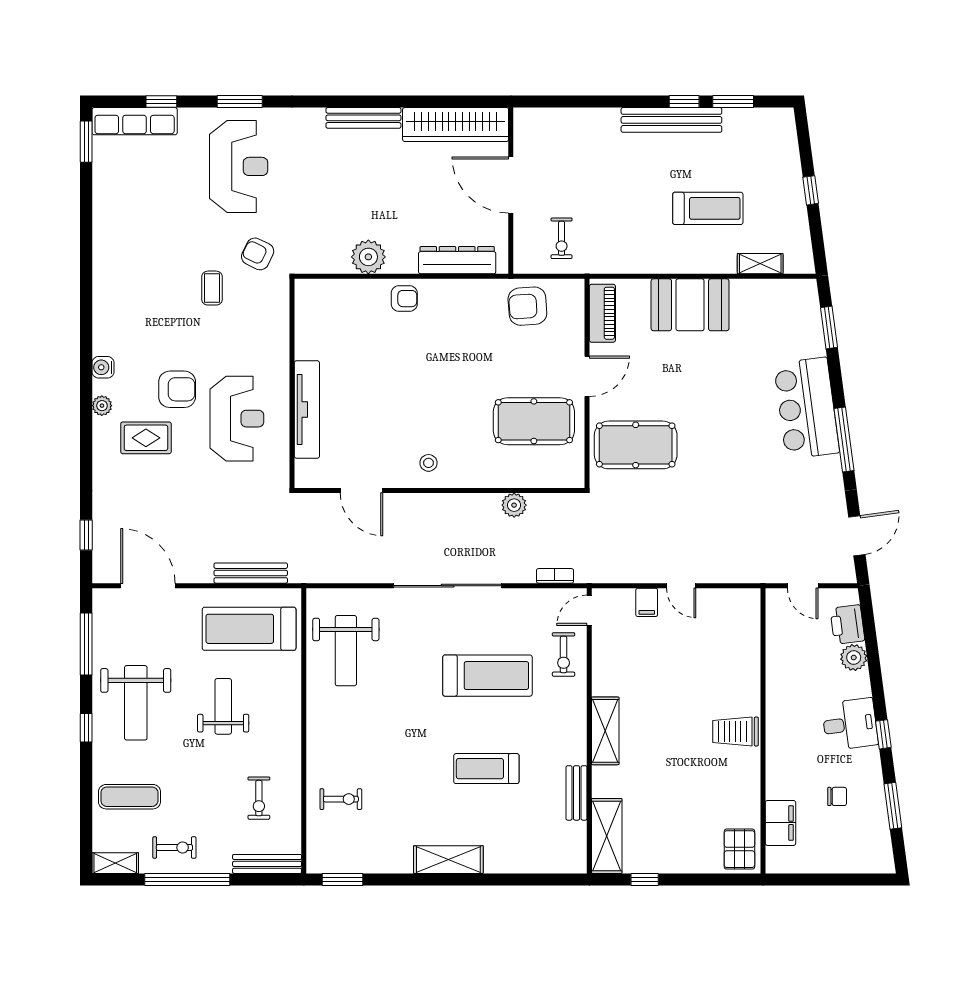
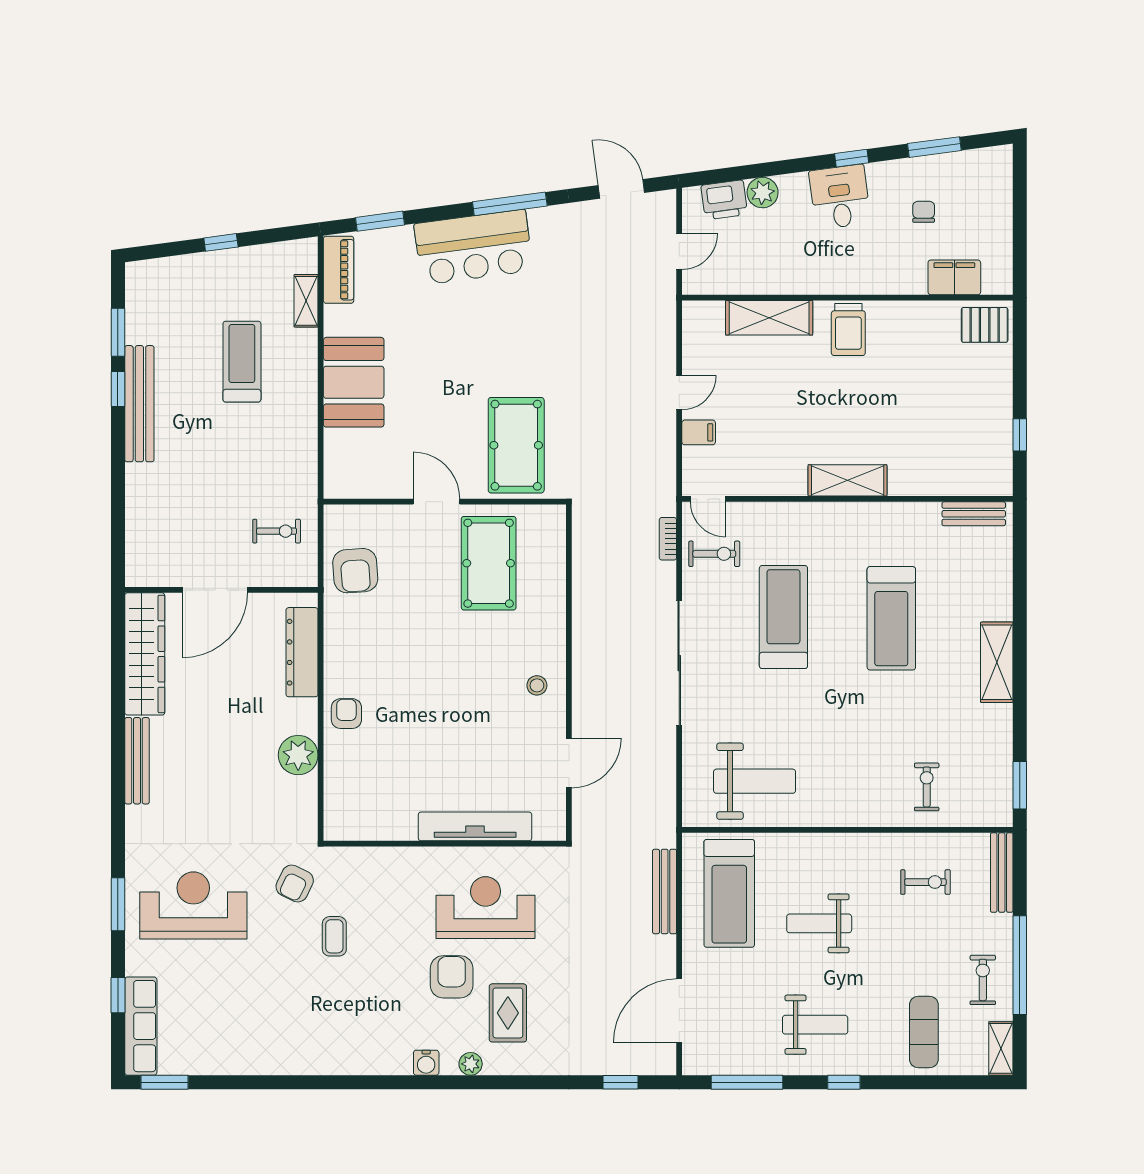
coffee table: (212, 288) -> (334, 936), turned 90
piano: (602, 313) -> (339, 270), moved, turned 90
plant: (514, 505) -> (586, 586), removed
exercise bike: (564, 654) -> (714, 554), moved
weight bench: (136, 703) -> (815, 1025), width x0.73, depth x0.75
treadmill: (486, 769) -> (891, 618), width x1.37, depth x1.38
bench: (577, 793) -> (974, 514), moved
shelving: (607, 836) -> (769, 318), moved

